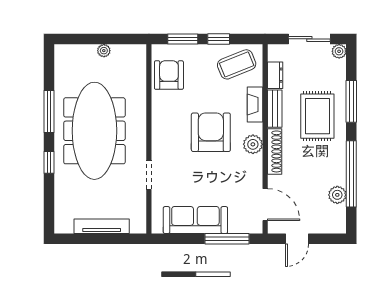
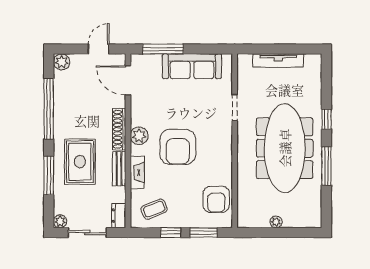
coffee table: (237, 64) -> (154, 209), width x0.73, depth x0.77
dresser: (275, 75) -> (119, 216), moved
plant: (337, 195) -> (62, 62), moved

